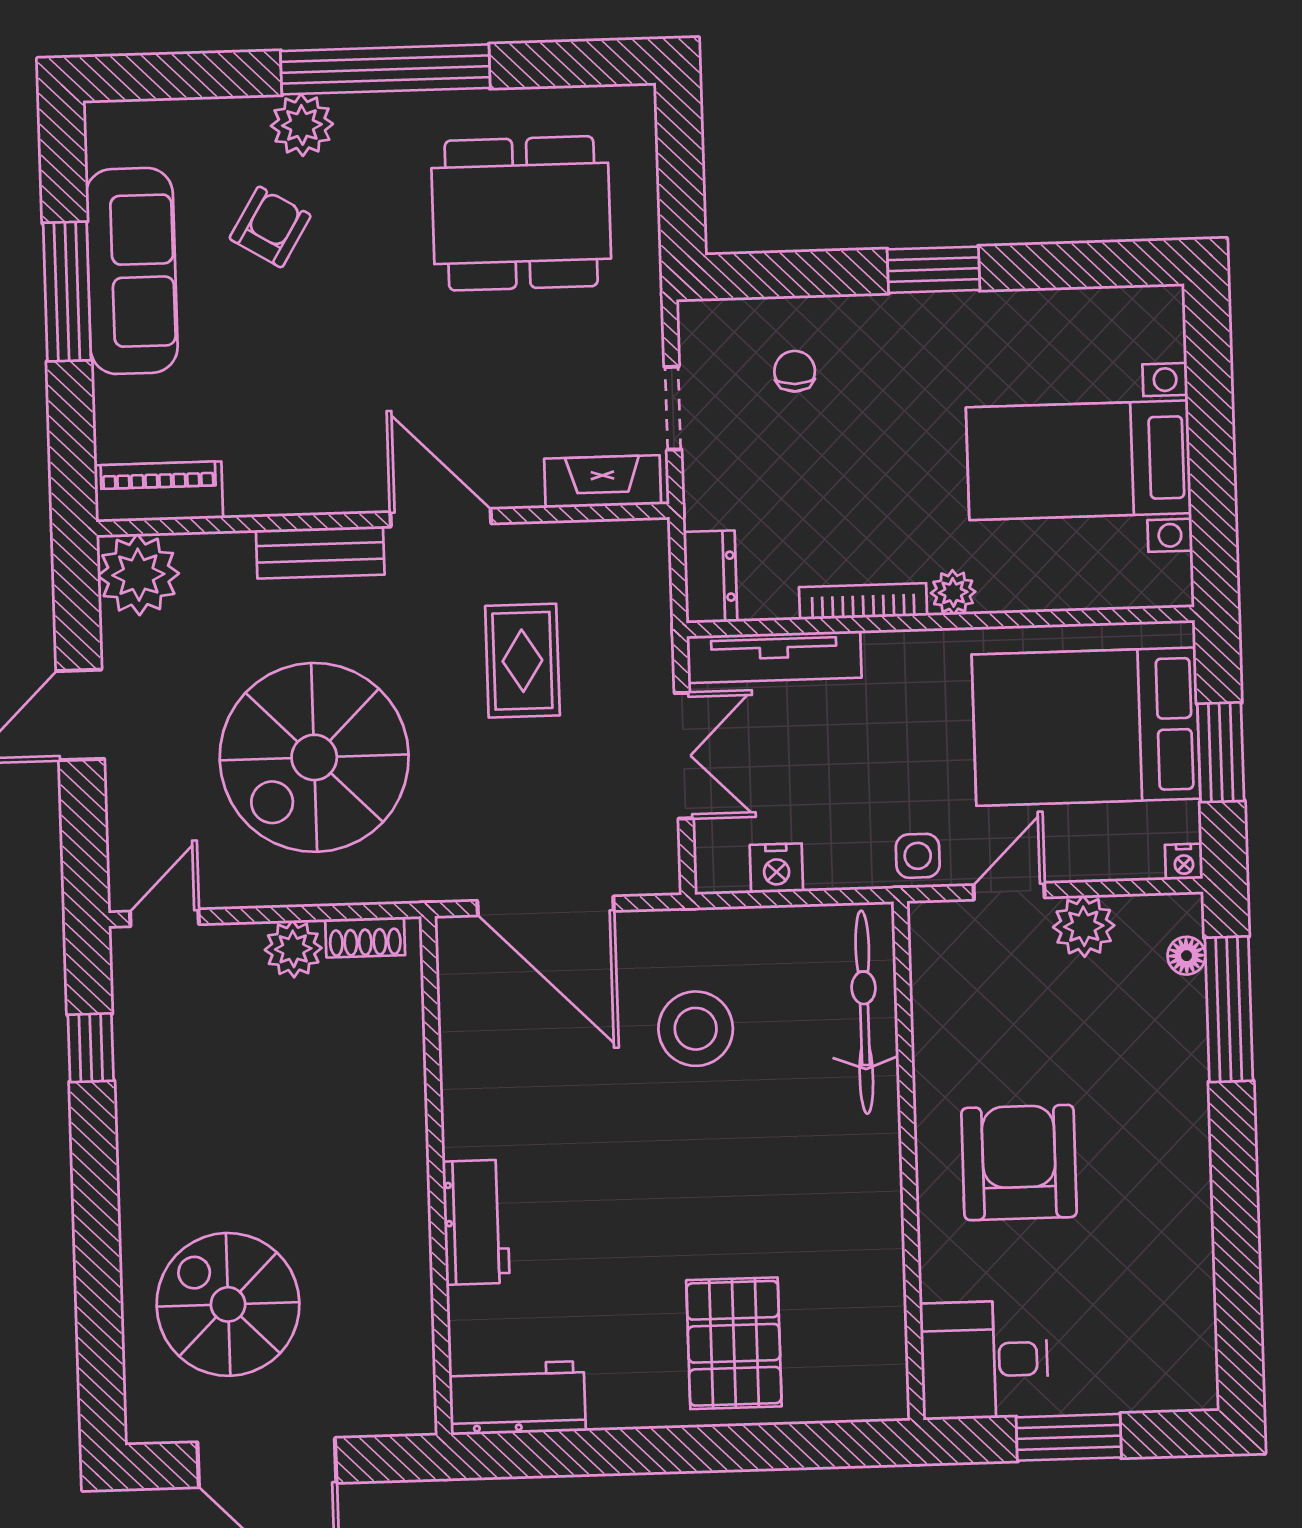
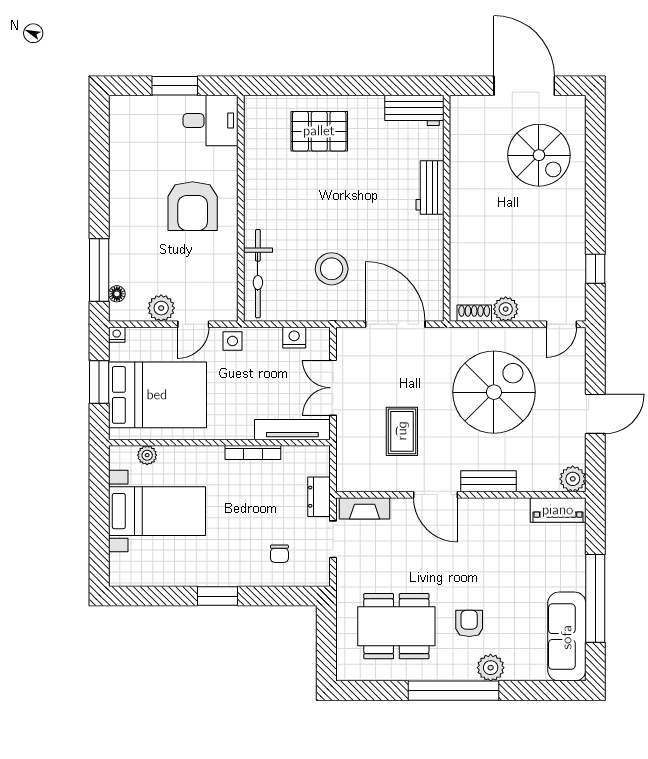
armchair: (270, 227) -> (469, 623), moved, turned 149
sofa: (132, 271) -> (567, 637), moved
window: (67, 291) -> (595, 598), width x1.46
plant: (138, 575) -> (573, 479), width x0.73, depth x0.73
dresser: (710, 577) -> (319, 497), moved
plant: (953, 592) -> (147, 455), moved
pallet: (734, 1343) -> (319, 131), turned 90

